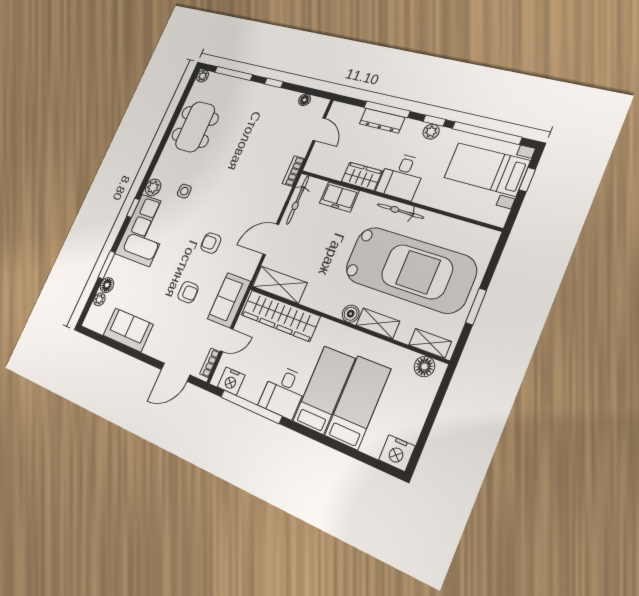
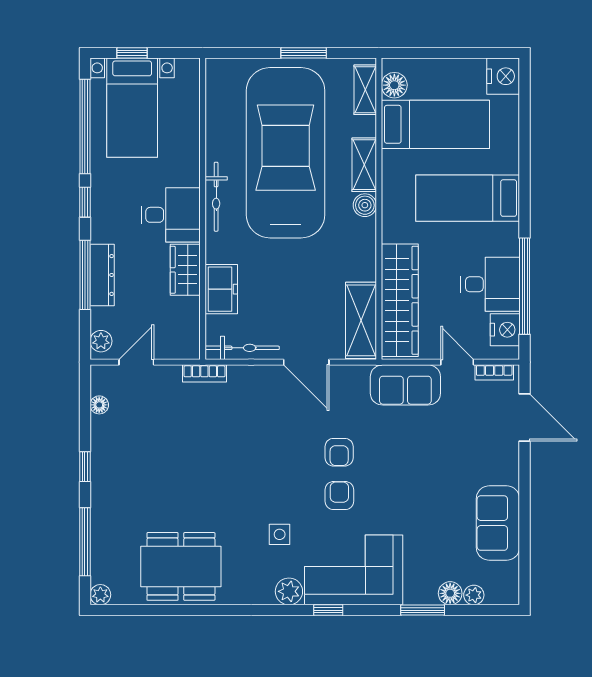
plant: (431, 132) -> (101, 341), moved
armchair: (188, 292) -> (339, 496), moved
desk: (283, 392) -> (490, 284), moved
bed: (358, 402) -> (435, 124), moved, turned 180

